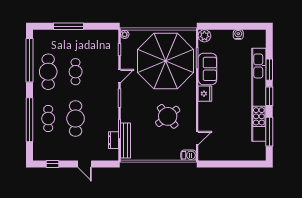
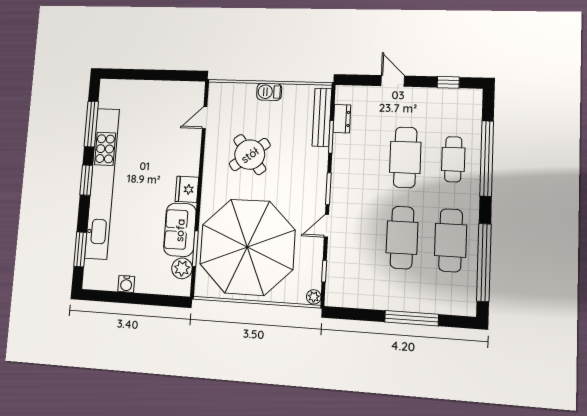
plant: (204, 36) -> (182, 268), moved
window: (269, 70) -> (80, 249), moved
cafe table: (76, 72) -> (402, 238), width x1.37, depth x1.35
barbecue: (189, 155) -> (269, 92), moved

